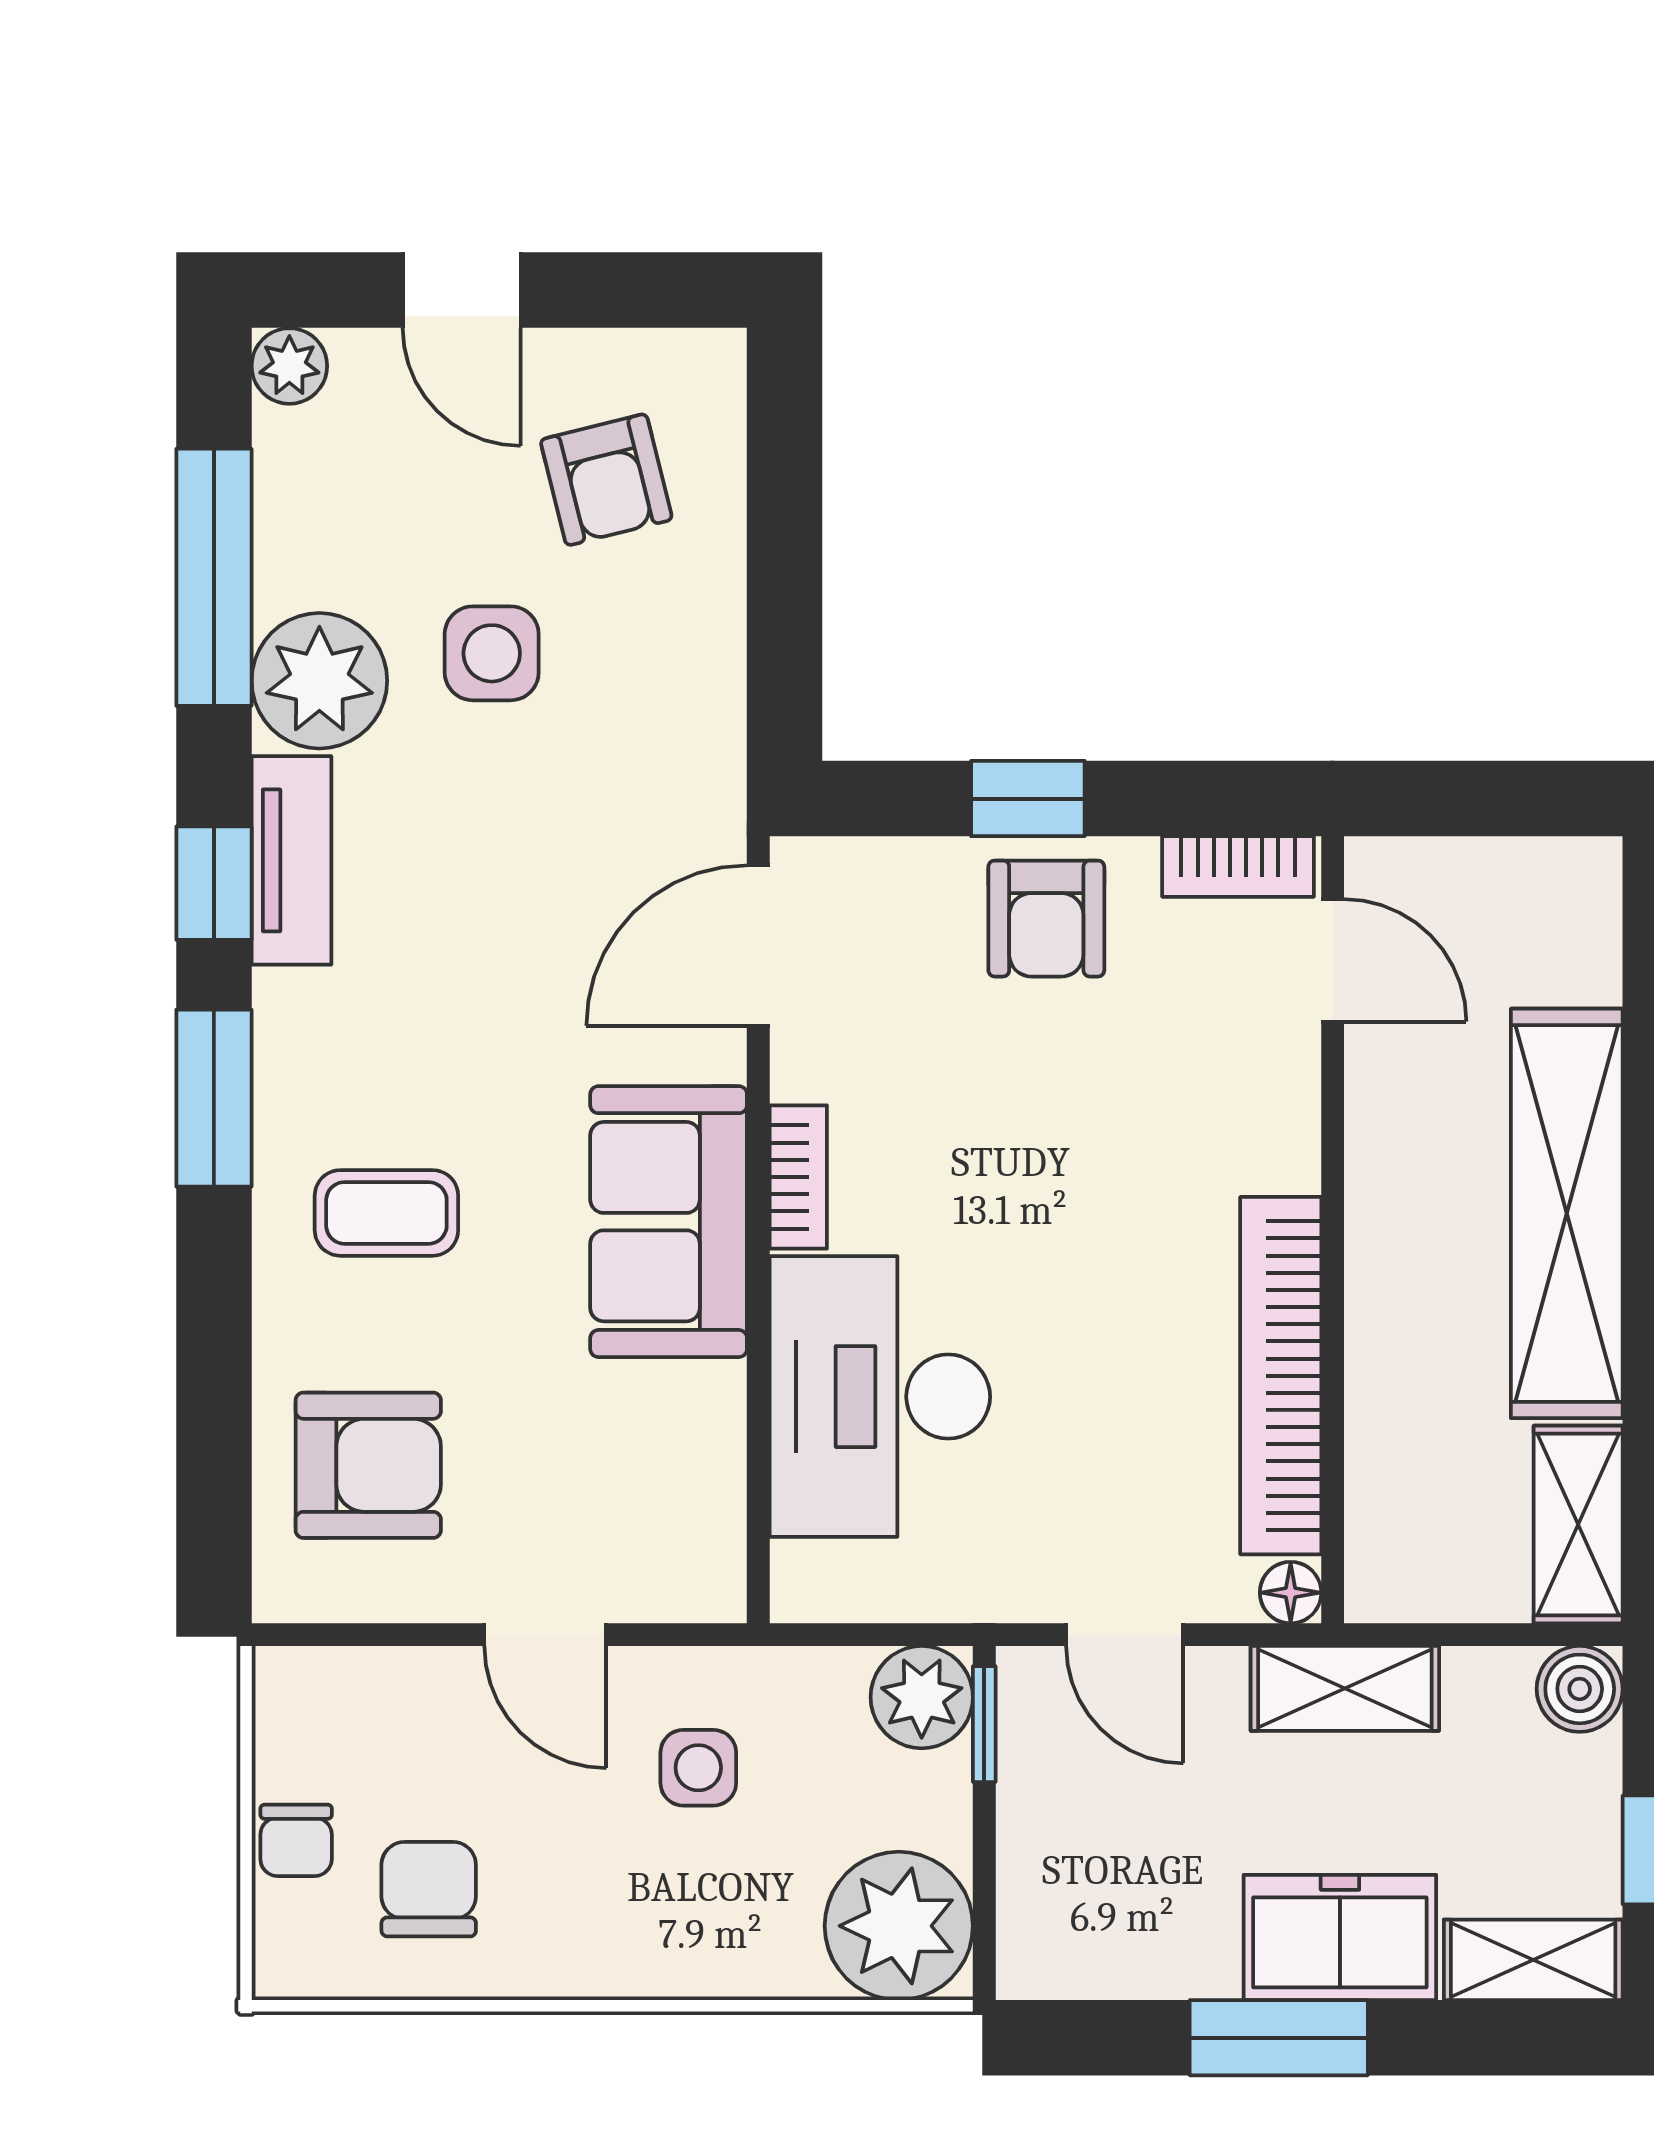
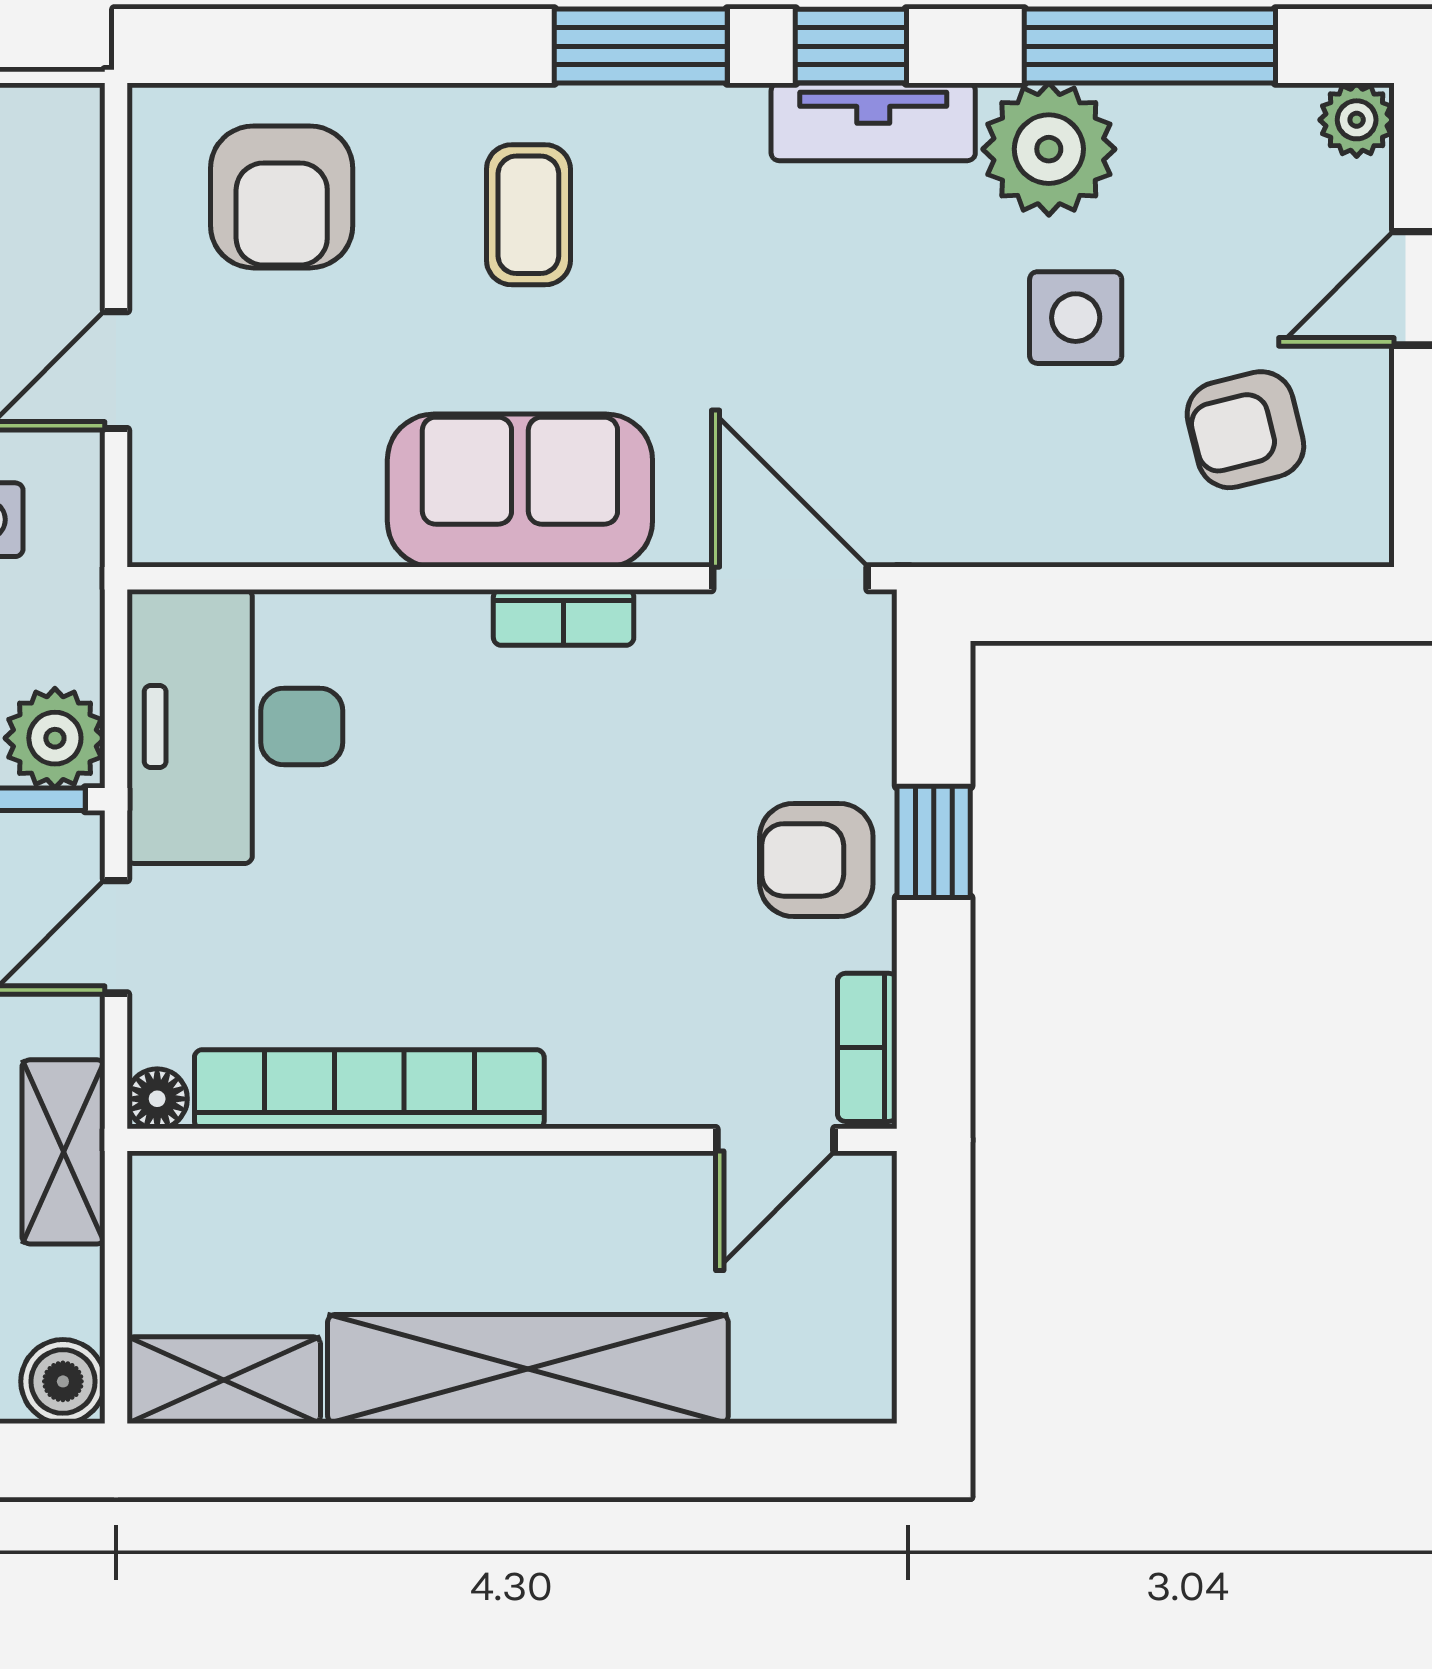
desk: (880, 1397) -> (235, 727), moved, turned -90

